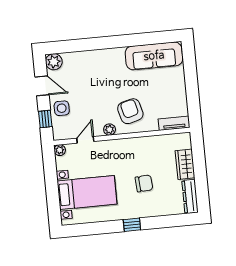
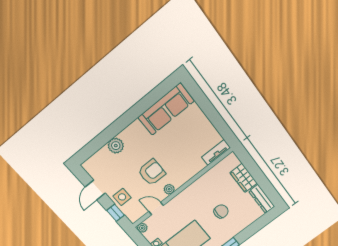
plant: (54, 62) -> (116, 146), moved
door: (42, 86) -> (95, 190), swing flipped
armchair: (130, 111) -> (152, 172), moved, turned 105
door: (85, 140) -> (156, 208), hinge flipped

